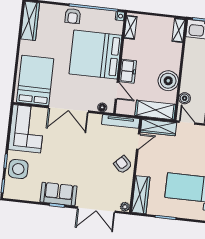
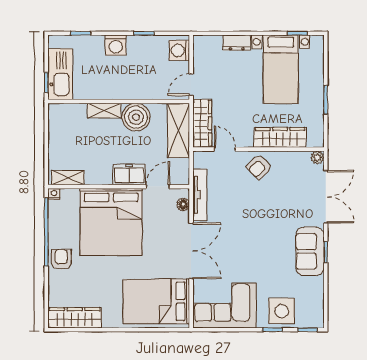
armchair: (73, 16) -> (61, 259), turned -90
shelving: (179, 30) -> (104, 111), moved
boiler: (185, 98) -> (158, 92), removed
tv unit: (121, 121) -> (200, 195), moved
wardrobe: (141, 195) -> (280, 137), moved

